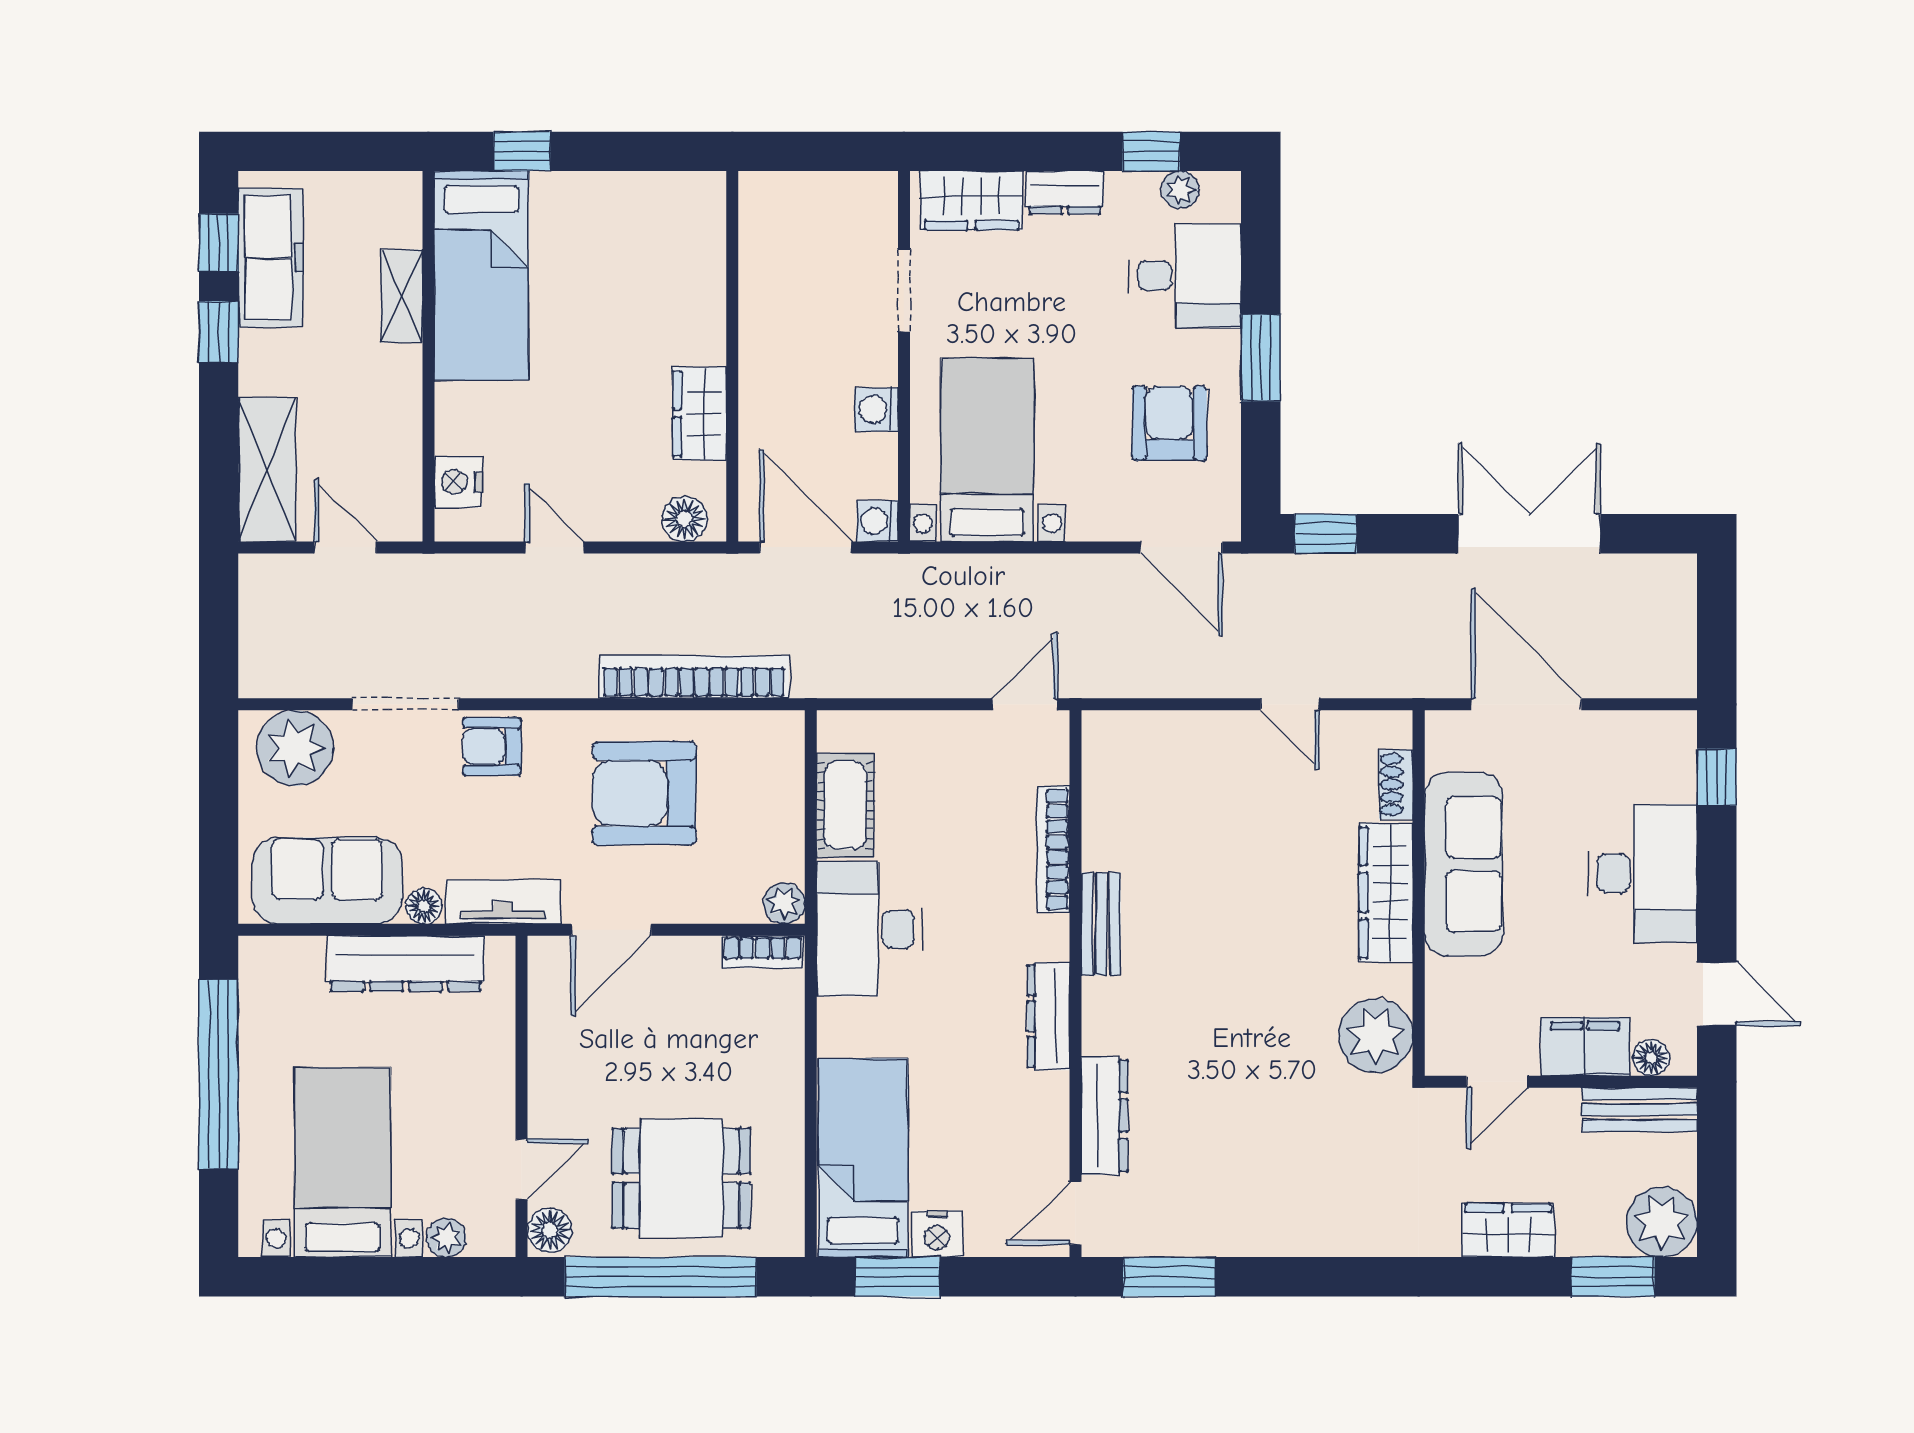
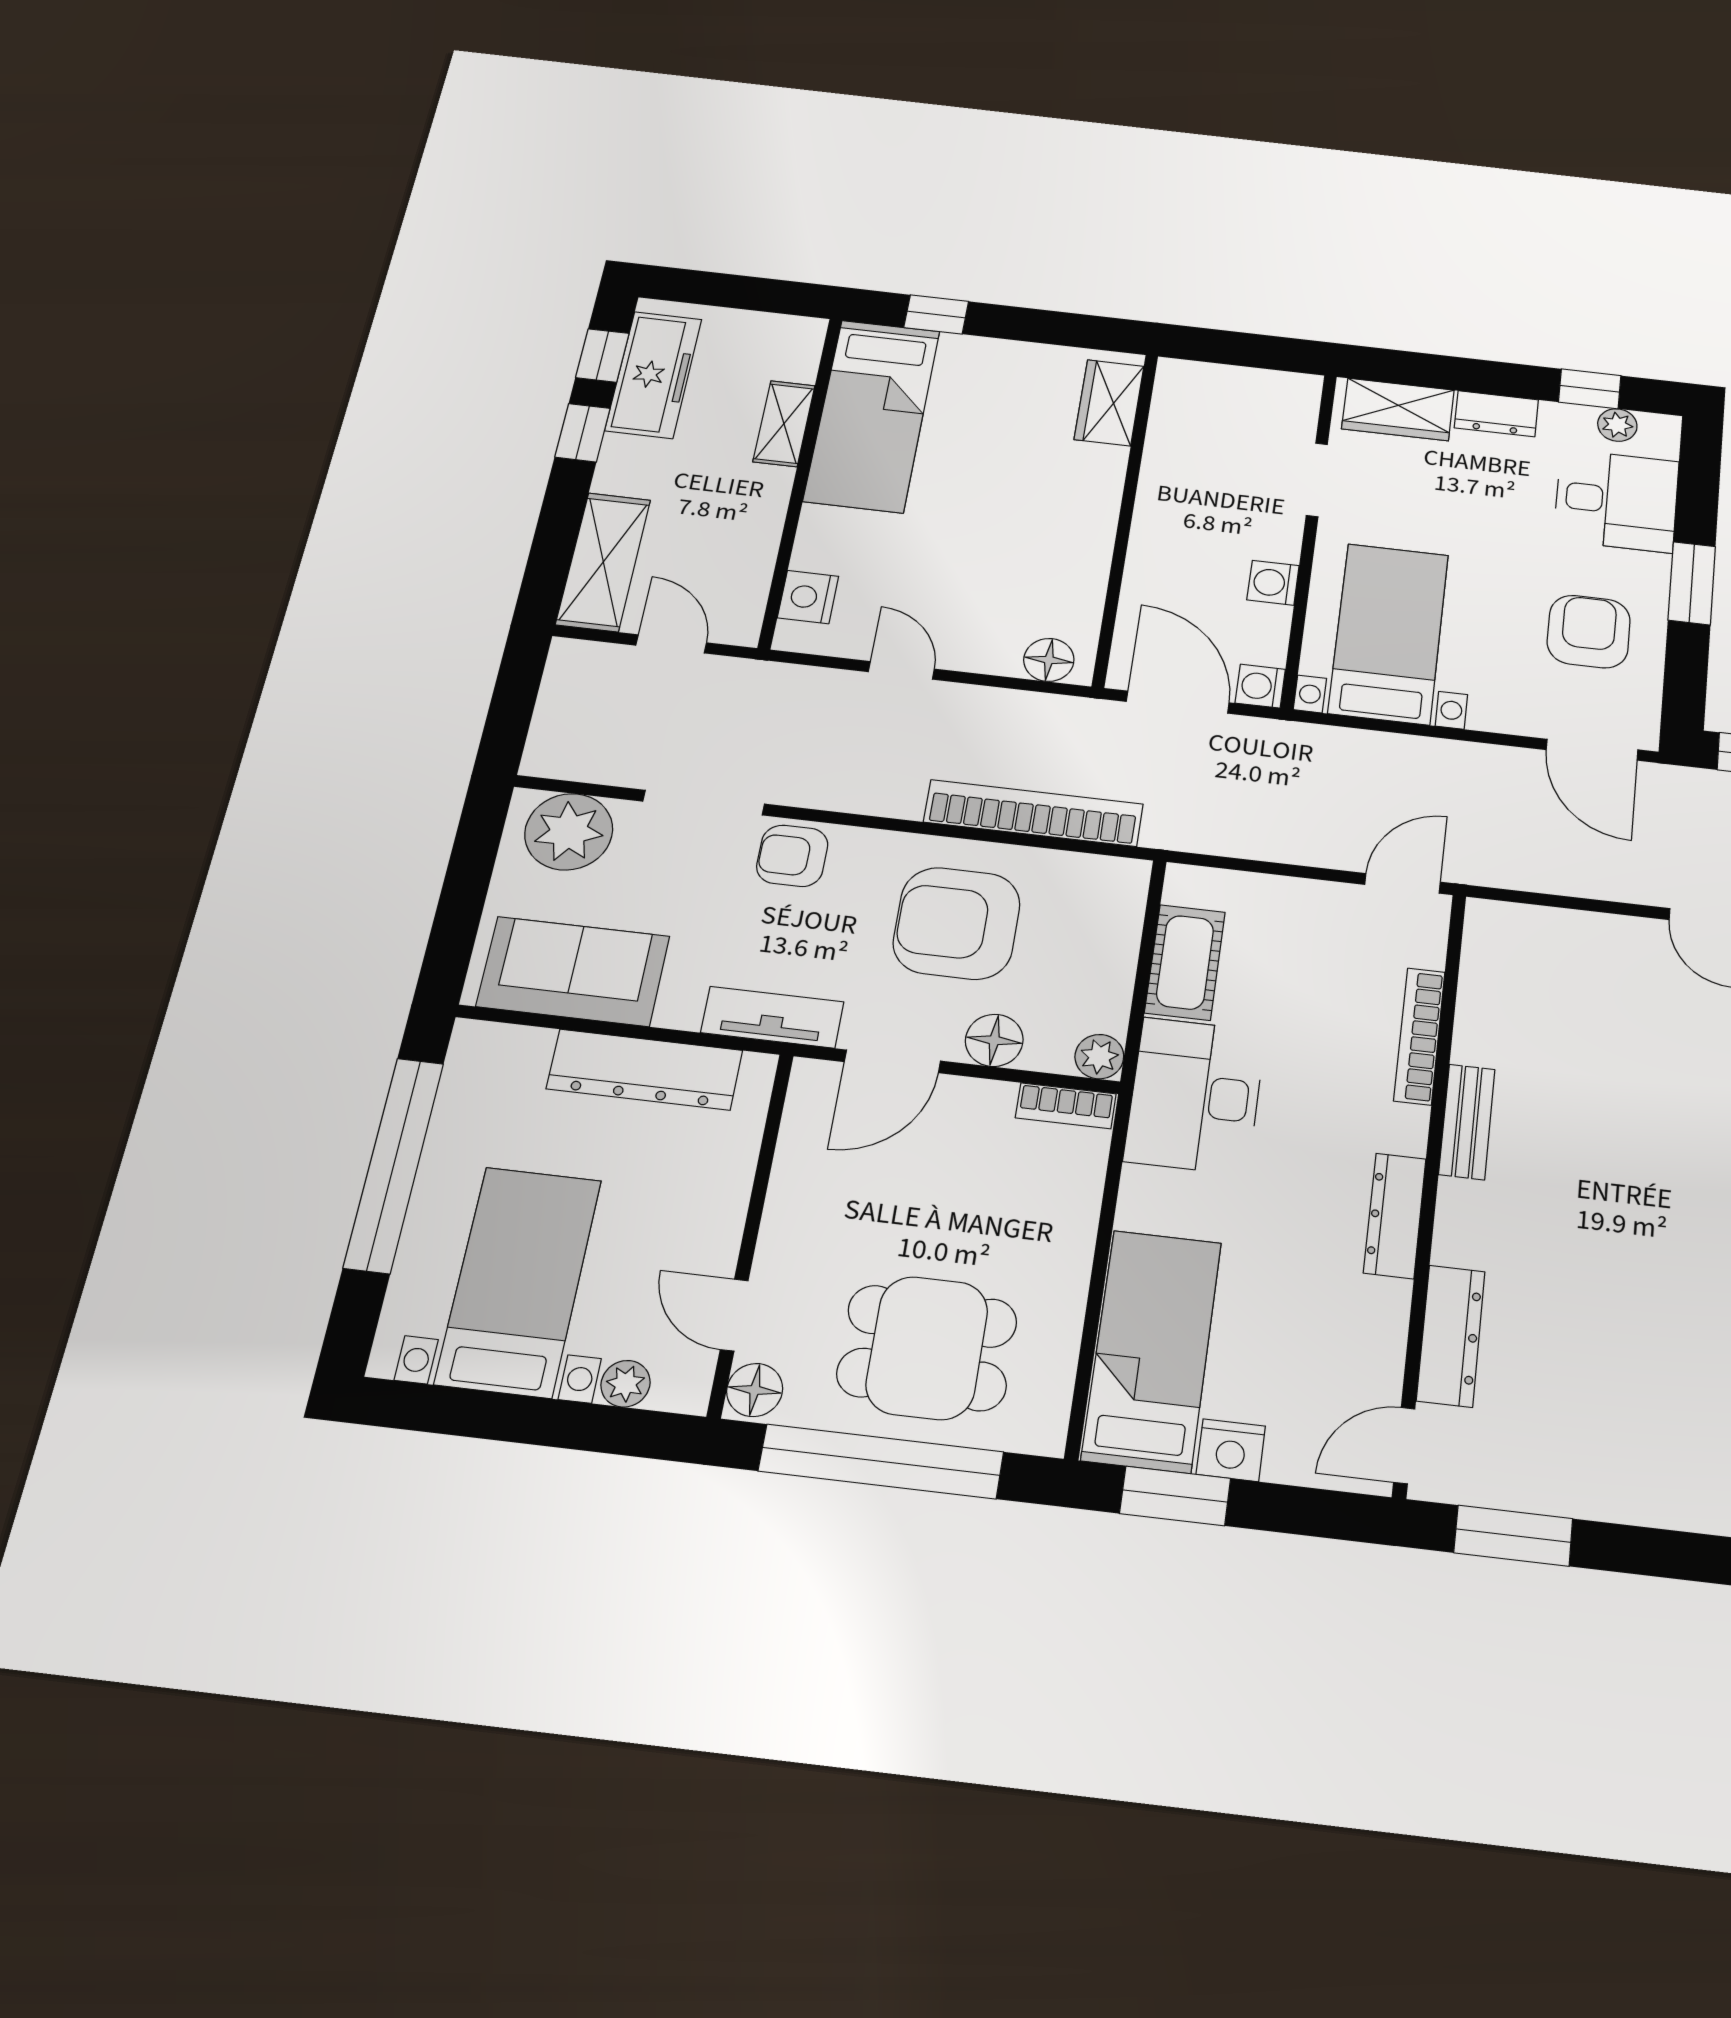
wardrobe: (700, 414) -> (1109, 403), moved
floor lamp: (424, 906) -> (994, 1040), moved, width x1.37, depth x1.37
door: (522, 1169) -> (734, 1315), swing flipped

